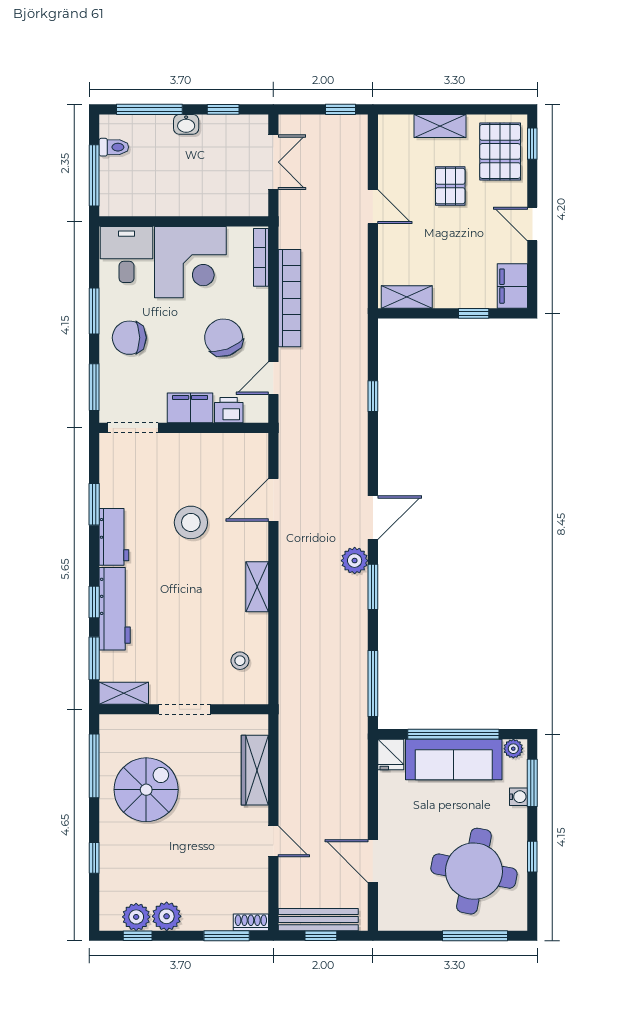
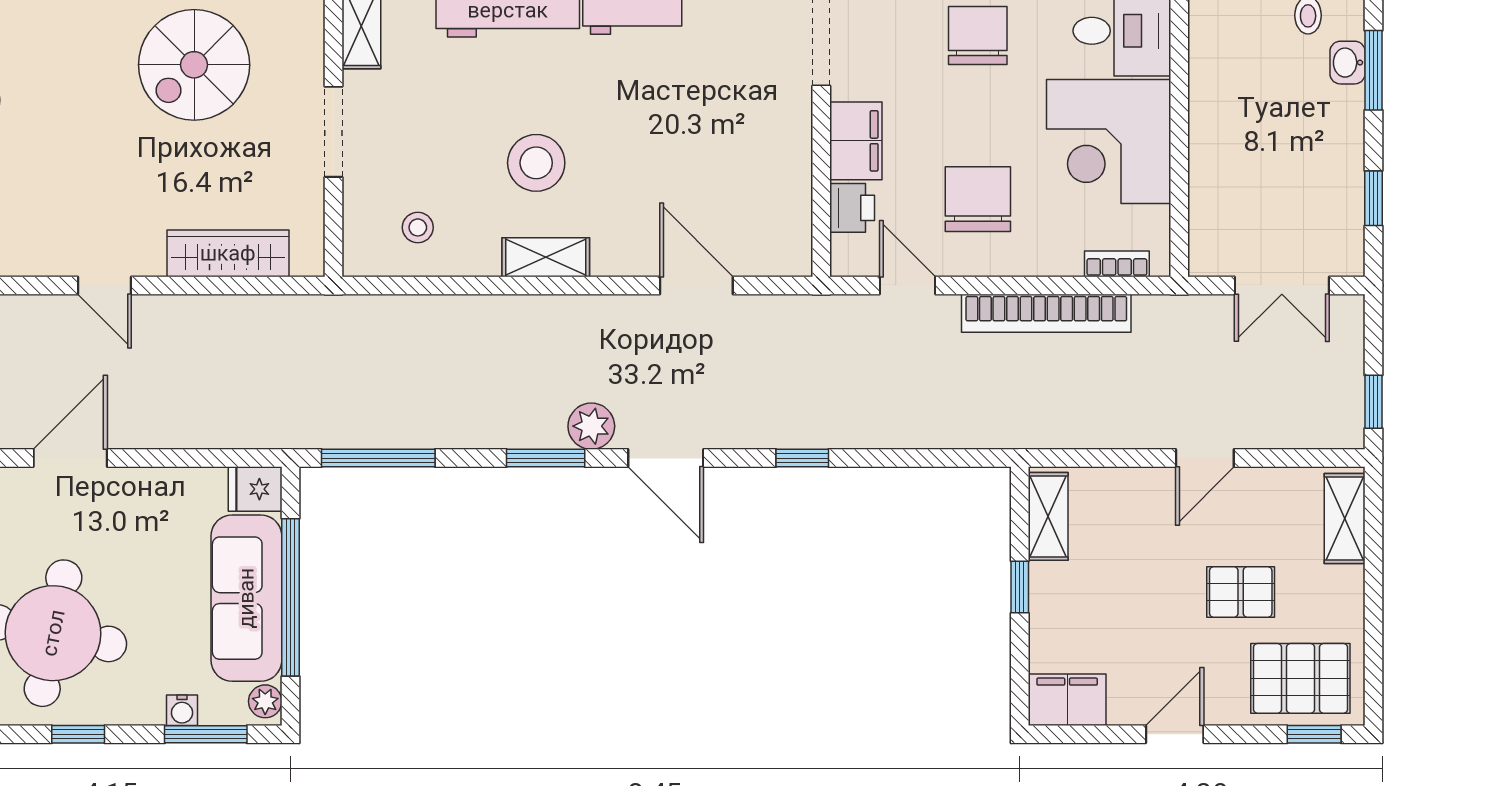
window: (149, 109) -> (1374, 70), width x0.69
washbasin: (186, 124) -> (1347, 63), moved
shelving: (440, 126) -> (1345, 519), moved
bookcase: (261, 257) -> (1117, 264), width x0.64
window: (474, 313) -> (1020, 587), moved
chair: (224, 338) -> (978, 199), turned -70
window: (373, 396) -> (802, 458), moved
stool: (191, 522) -> (536, 163), moved
spiral stairs: (146, 790) -> (194, 65), turned 90
door: (273, 841) -> (105, 285), hinge flipped

